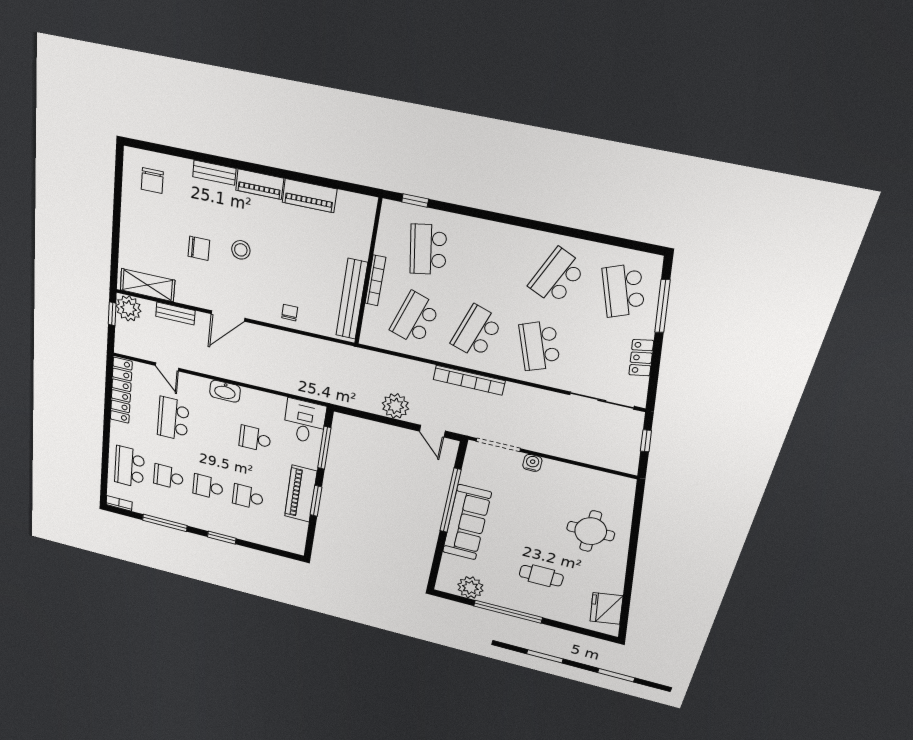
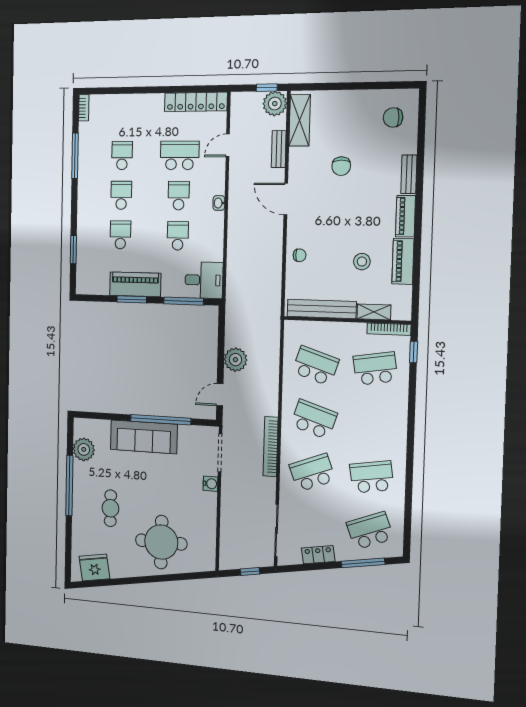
shelving: (363, 240) -> (374, 312), added
stool: (241, 250) -> (362, 262), moved
school desk: (557, 277) -> (372, 477), turned -33
bookcase: (375, 280) -> (389, 329), moved
bookcase: (469, 380) -> (271, 447), moved
washbasin: (225, 391) -> (219, 203), width x0.52, depth x0.69
school desk: (129, 467) -> (179, 196), moved, width x0.54
round table: (591, 531) -> (161, 542), width x1.36, depth x1.36
window: (222, 538) -> (73, 250), moved

